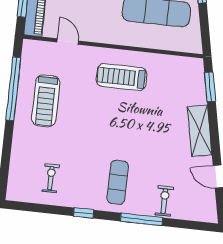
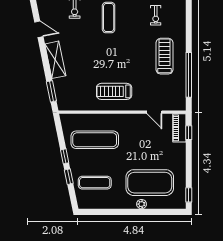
treadmill: (122, 77) -> (114, 91), turned 180
treadmill: (46, 101) -> (164, 56), moved

